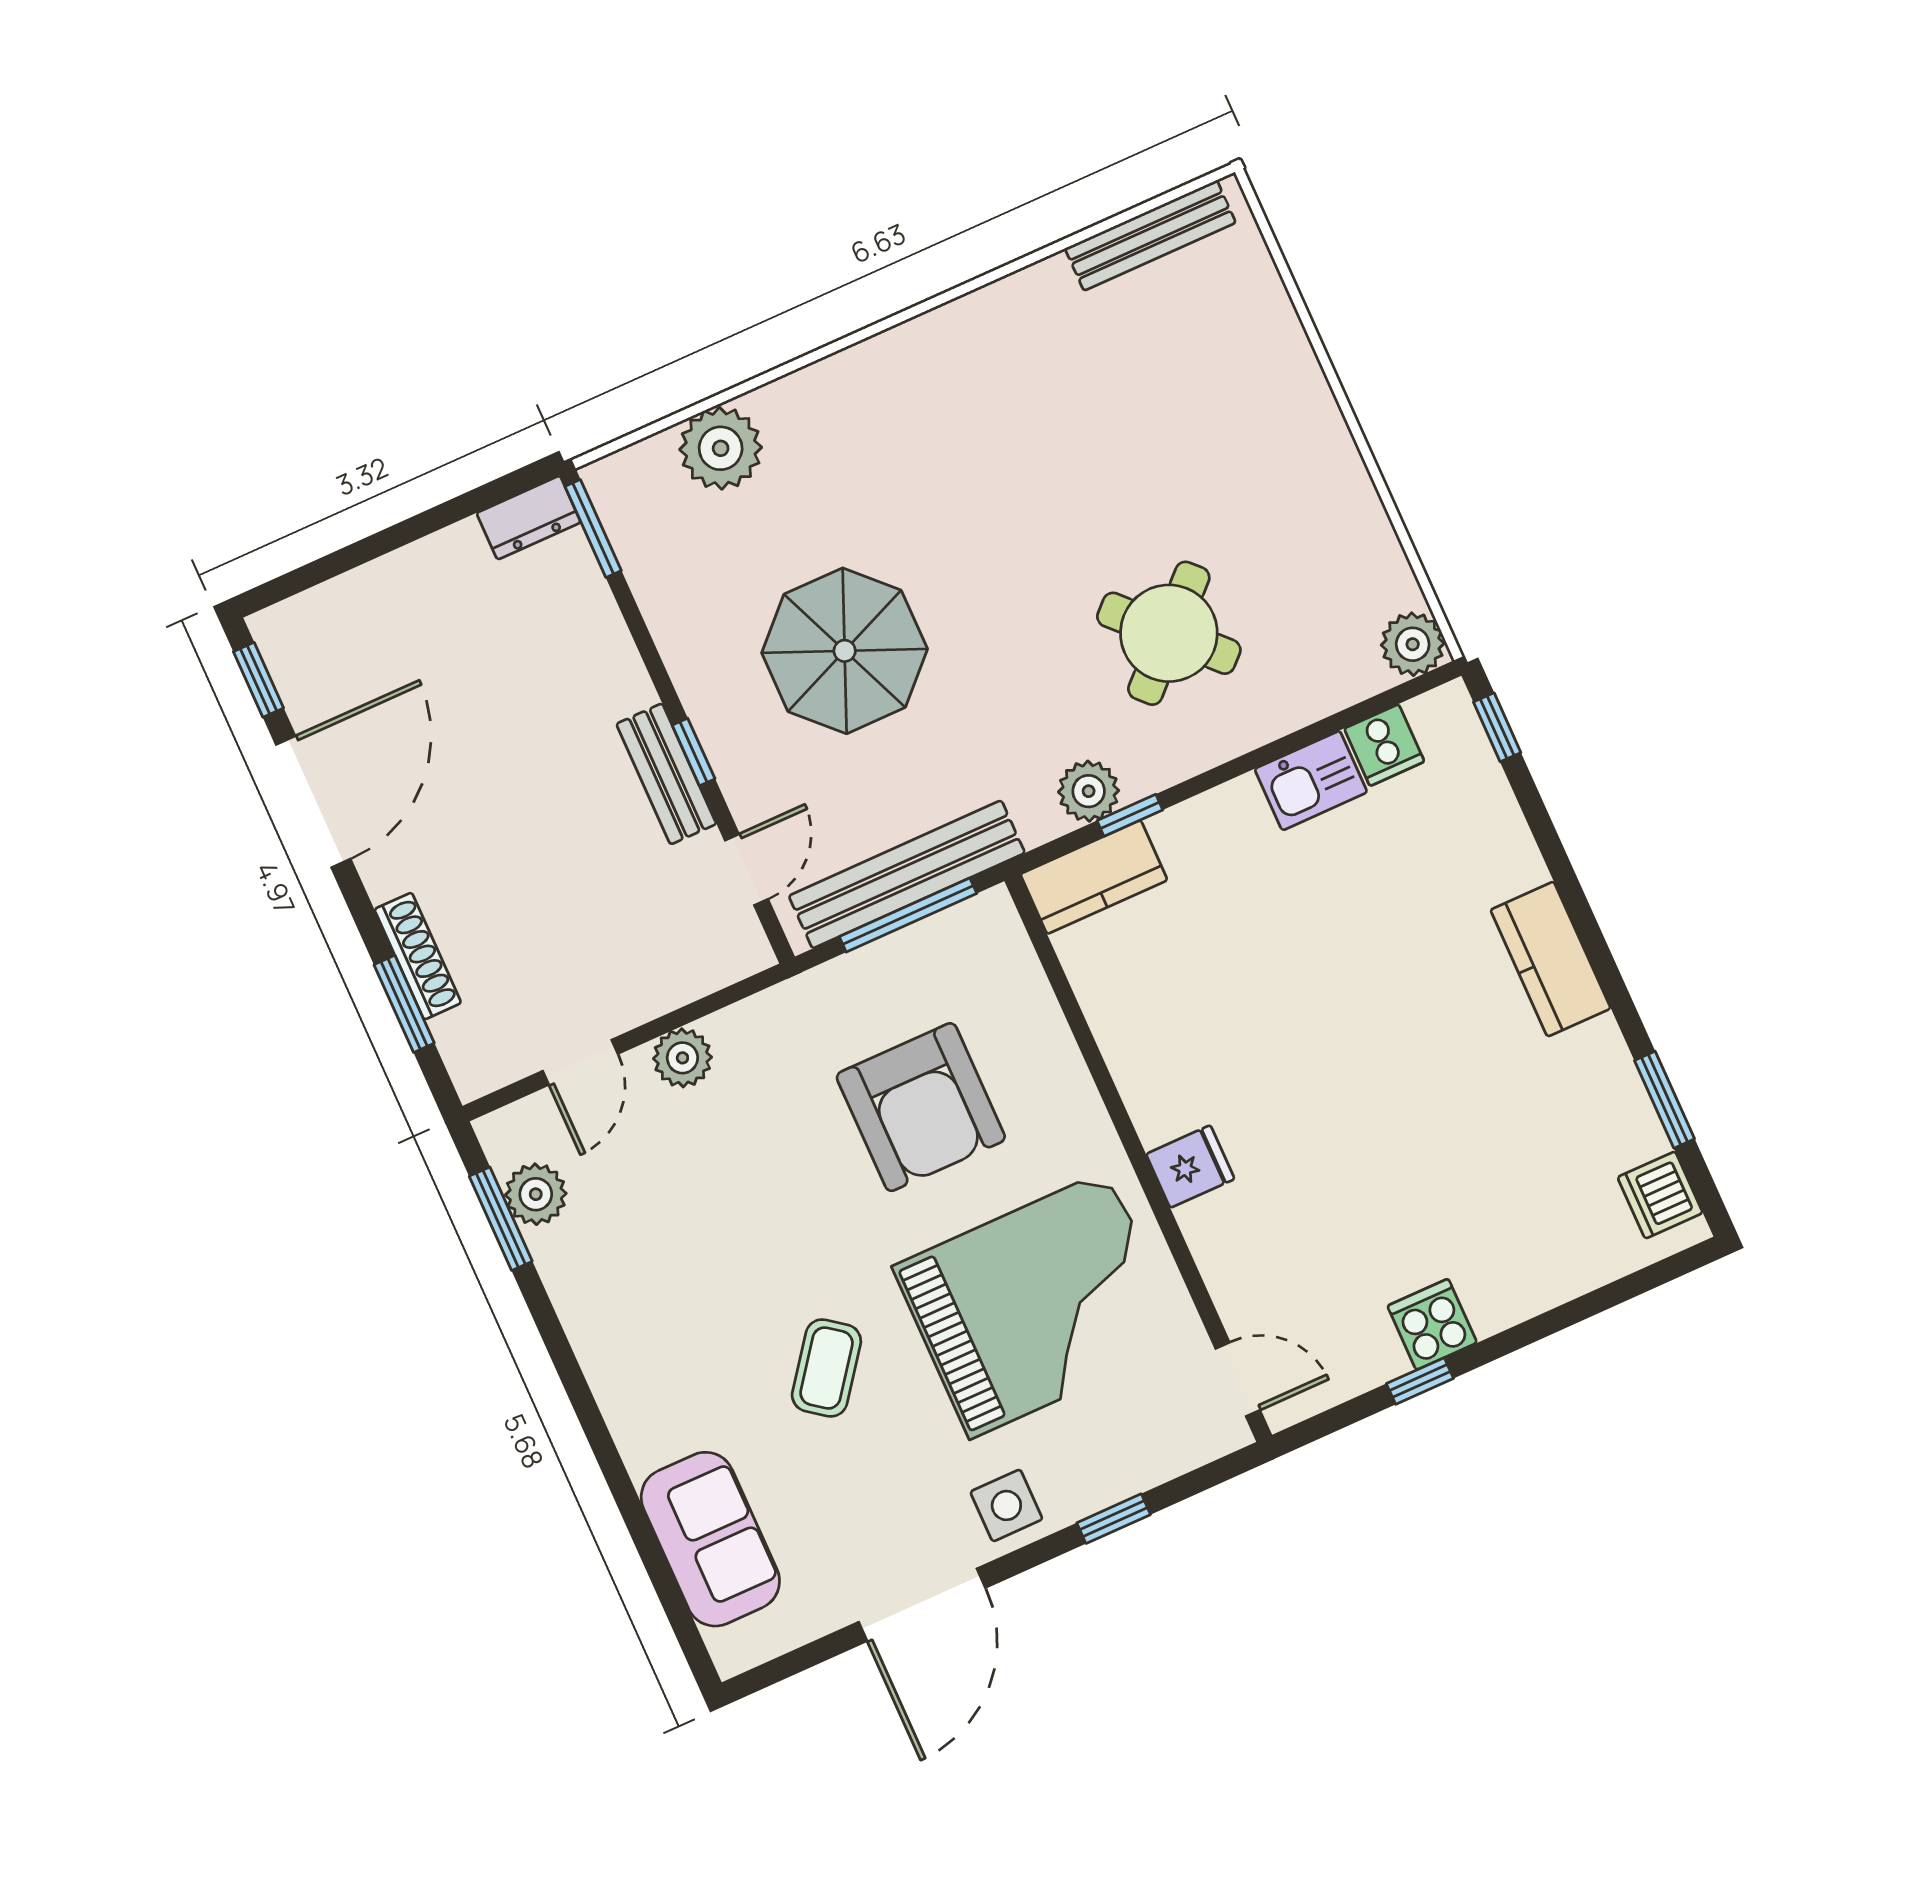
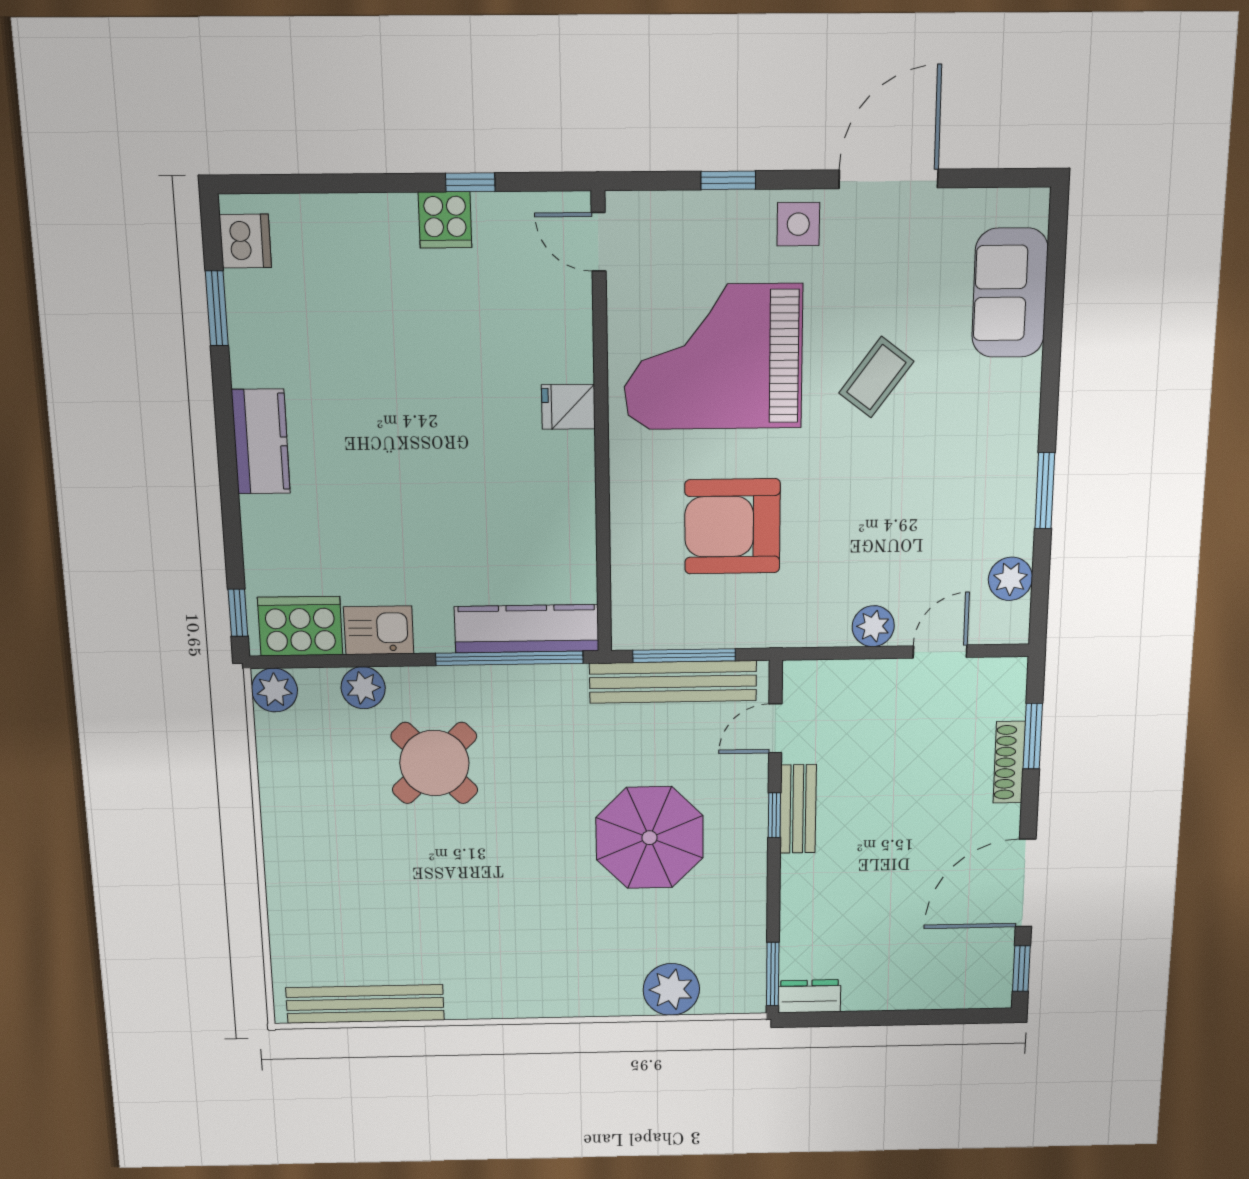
bench: (1150, 236) -> (365, 1004), width x1.37, depth x1.21
cooker: (1384, 745) -> (300, 626), width x1.87, depth x1.31
plant: (1089, 791) -> (363, 688), moved
window: (1130, 815) -> (509, 658), width x3.17
kitchen counter: (1094, 877) -> (527, 629), width x1.50
armchair: (921, 1107) -> (732, 526), turned -90
window: (501, 1219) -> (1045, 491), moved

